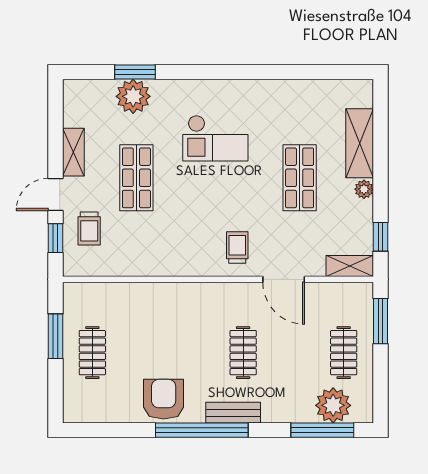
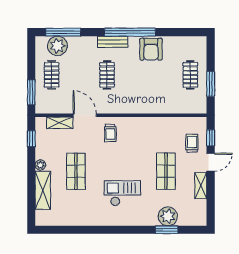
shelving: (350, 266) -> (60, 123), moved

